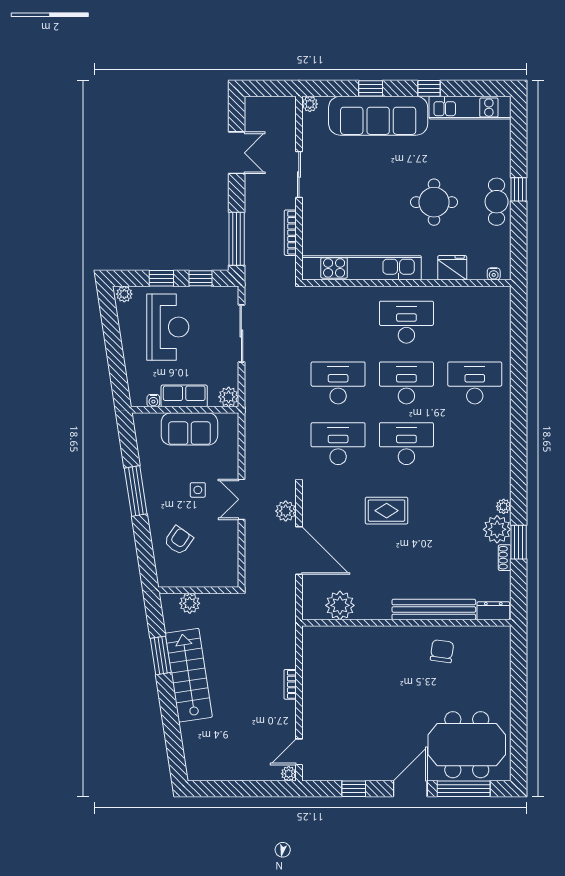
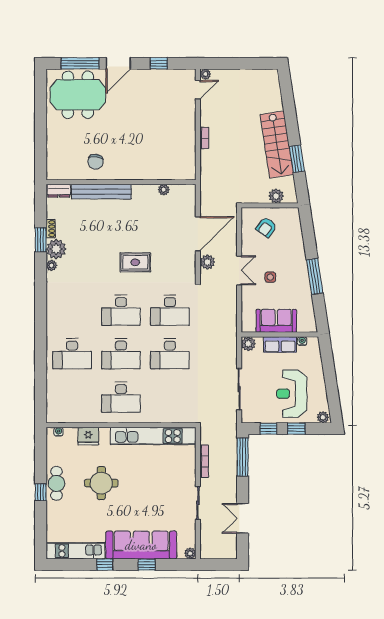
armchair: (179, 540) -> (266, 227), moved
door: (299, 551) -> (198, 234), swing flipped
plant: (340, 605) -> (164, 190), width x0.53, depth x0.53

